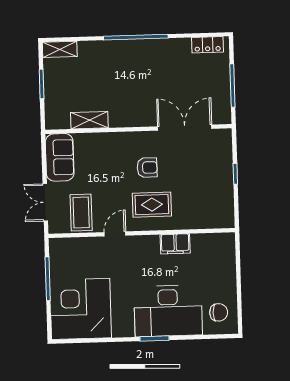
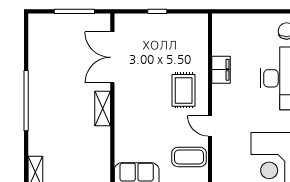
locker: (208, 45) -> (35, 34), removed
shelving: (89, 120) -> (103, 108), moved
armchair: (147, 168) -> (149, 94), removed

